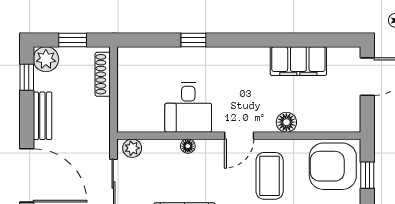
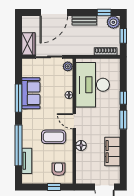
window: (236, 40) -> (123, 120), added
desk: (188, 107) -> (93, 85), width x1.87, depth x1.30
armchair: (333, 166) -> (59, 169), width x0.53, depth x0.53

